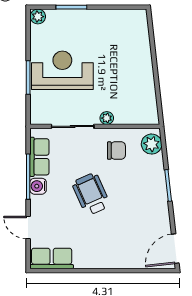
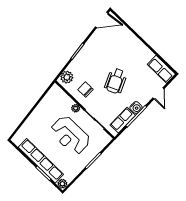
row of seats: (88, 19) -> (41, 161), added
reception desk: (62, 70) -> (70, 135), moved

